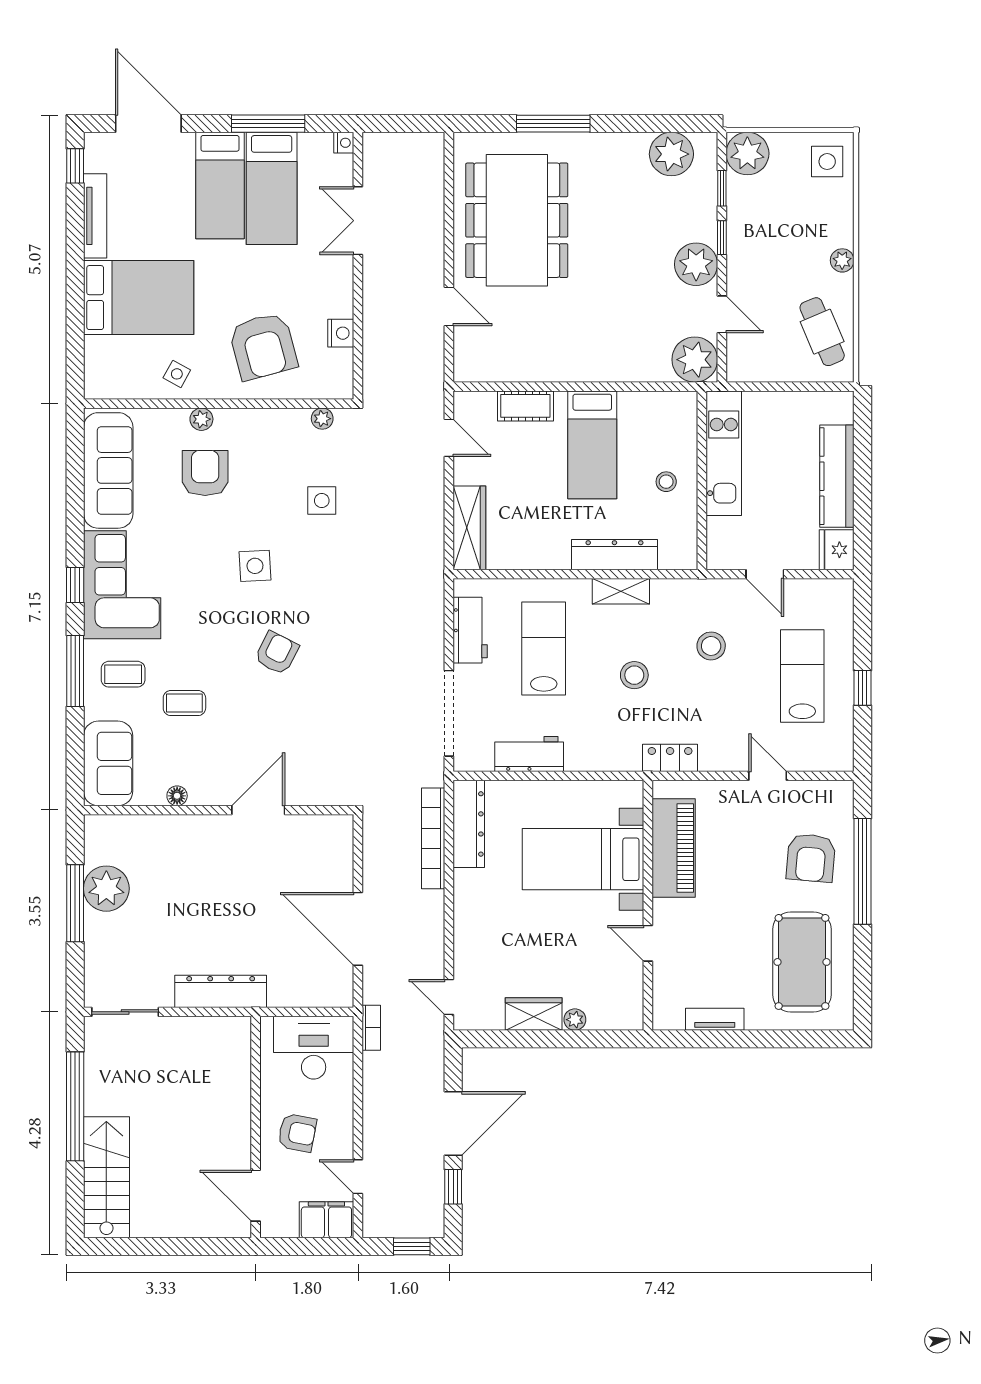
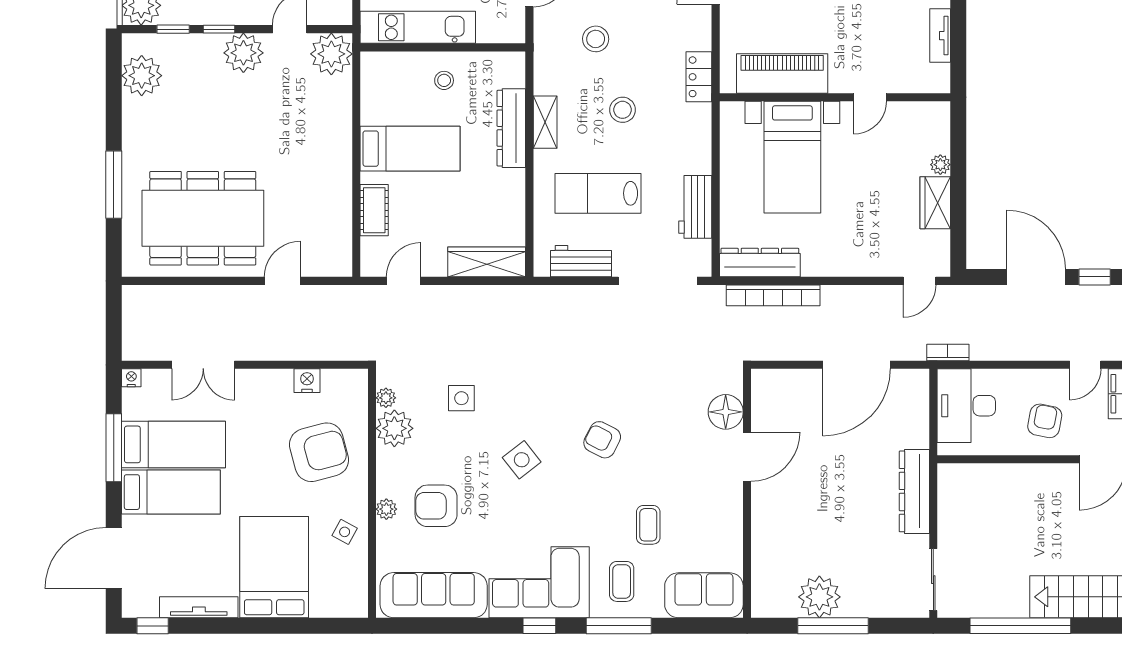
plant: (289, 428) -> (394, 428), added
side table: (255, 566) -> (522, 460), turned -35
floor lamp: (177, 796) -> (726, 412), moved, width x1.89, depth x1.89
door: (258, 810) -> (747, 457), swing flipped

